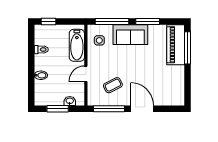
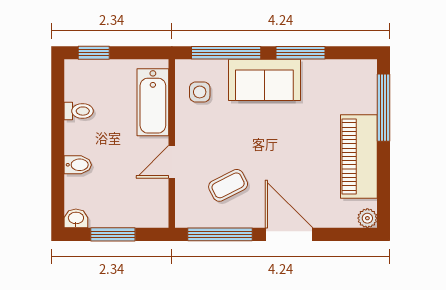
piano: (176, 45) -> (359, 156), moved
washbasin: (70, 101) -> (76, 218), moved
plant: (180, 101) -> (367, 218), added

